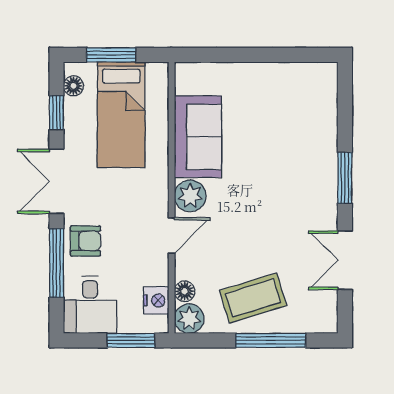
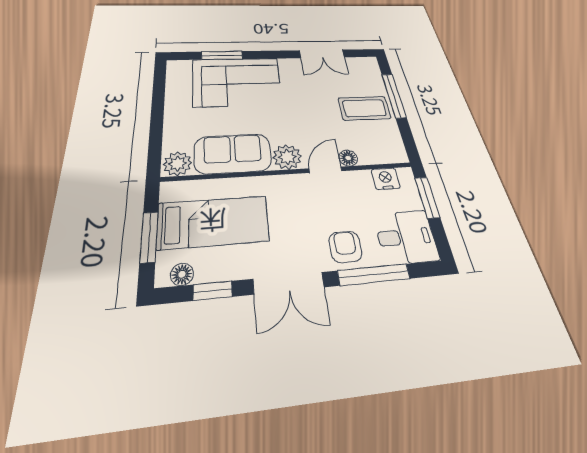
corner sofa: (300, 146) -> (237, 82), added
window: (345, 178) -> (222, 55), moved
door: (172, 236) -> (325, 170), hinge flipped
floor lamp: (185, 291) -> (348, 158), moved
coffee table: (253, 298) -> (364, 108), turned -73
plant: (189, 319) -> (178, 164), moved

